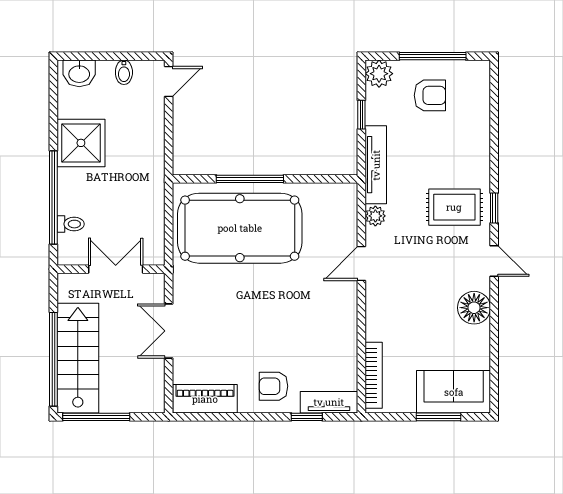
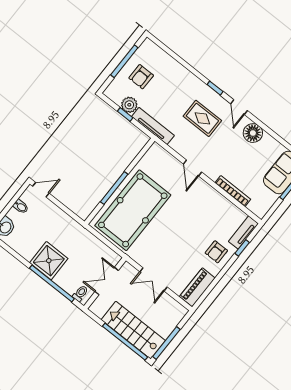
plant: (379, 74) -> (129, 105), moved
door: (169, 81) -> (41, 190), hinge flipped
armchair: (430, 95) -> (141, 77), turned 180
shower: (81, 143) -> (49, 261), moved
rug: (454, 207) -> (202, 118), moved, turned 90
plant: (375, 216) -> (176, 145), removed
toilet: (71, 224) -> (80, 293), moved
door: (494, 261) -> (239, 107), swing flipped
bookcase: (374, 375) -> (233, 191), moved

